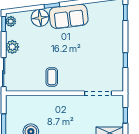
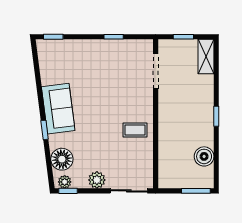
floor lamp: (40, 18) -> (62, 159), moved

